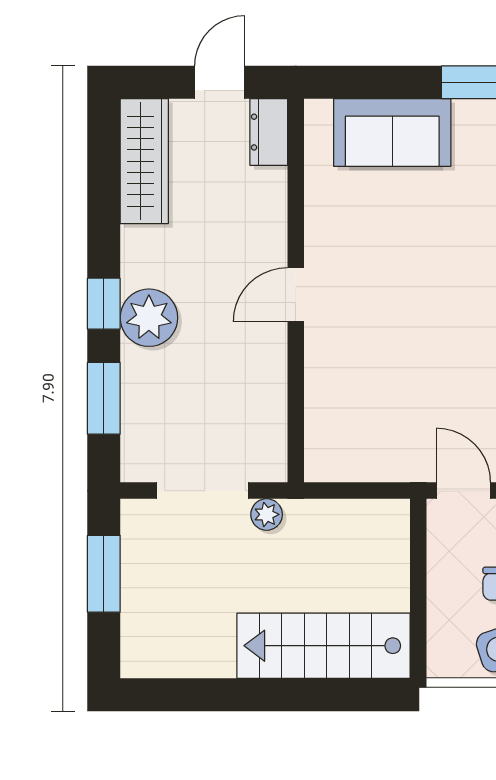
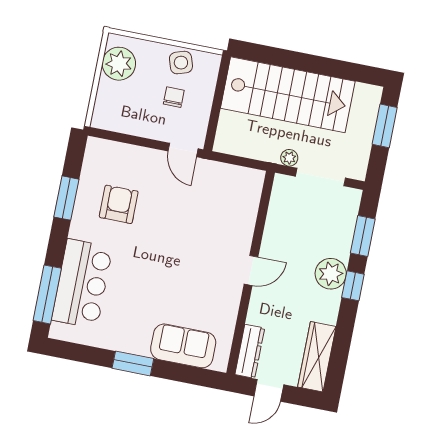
dresser: (269, 132) -> (250, 351), width x1.44
window: (104, 574) -> (385, 126), moved
stairs: (323, 646) -> (288, 95), width x1.36, depth x1.51

